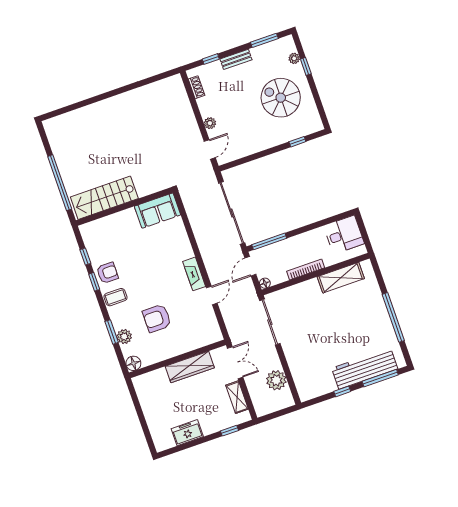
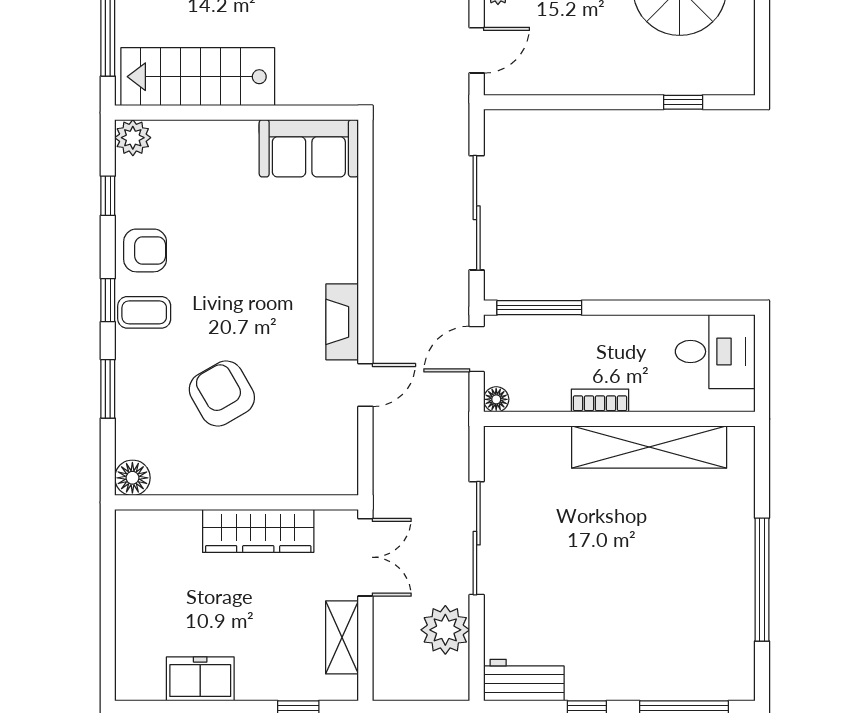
sliding door: (232, 213) -> (477, 213), width x0.73
bookcase: (306, 270) -> (600, 400), width x0.64
shelving: (341, 278) -> (649, 447), width x1.47
window: (94, 282) -> (108, 300), moved
armchair: (157, 318) -> (222, 394), turned 60
sliding door: (270, 322) -> (477, 538), moved
plant: (124, 337) -> (133, 138), moved
workbench: (365, 369) -> (524, 680), moved, width x0.53, depth x0.76

